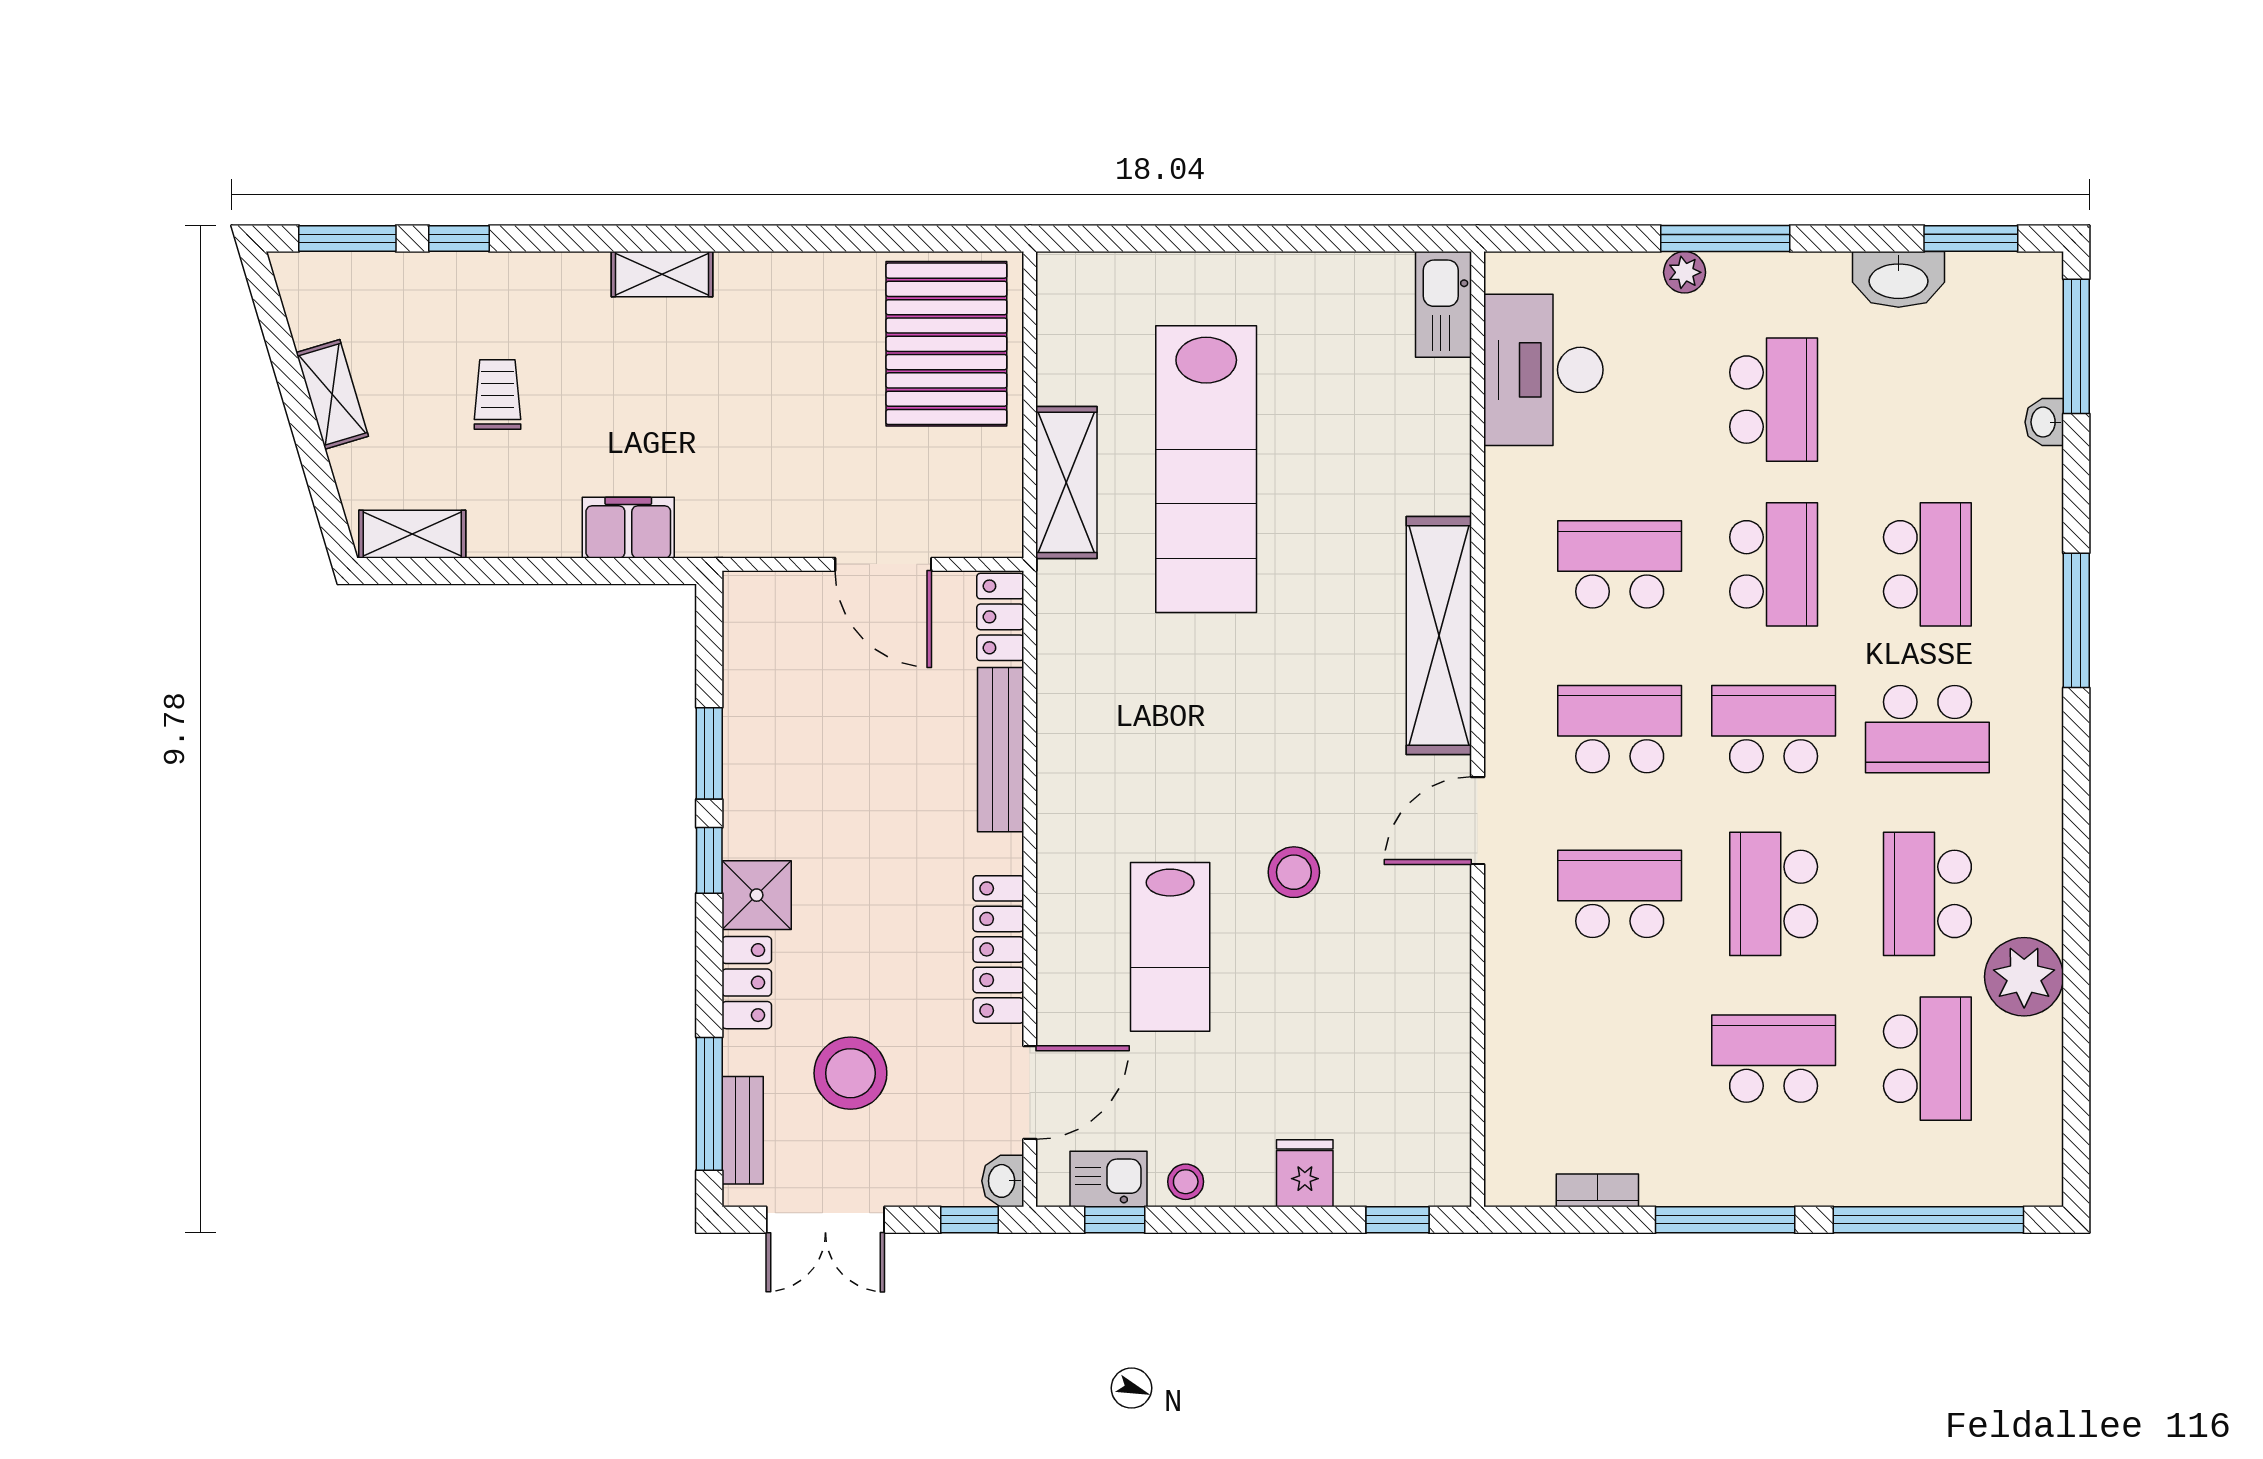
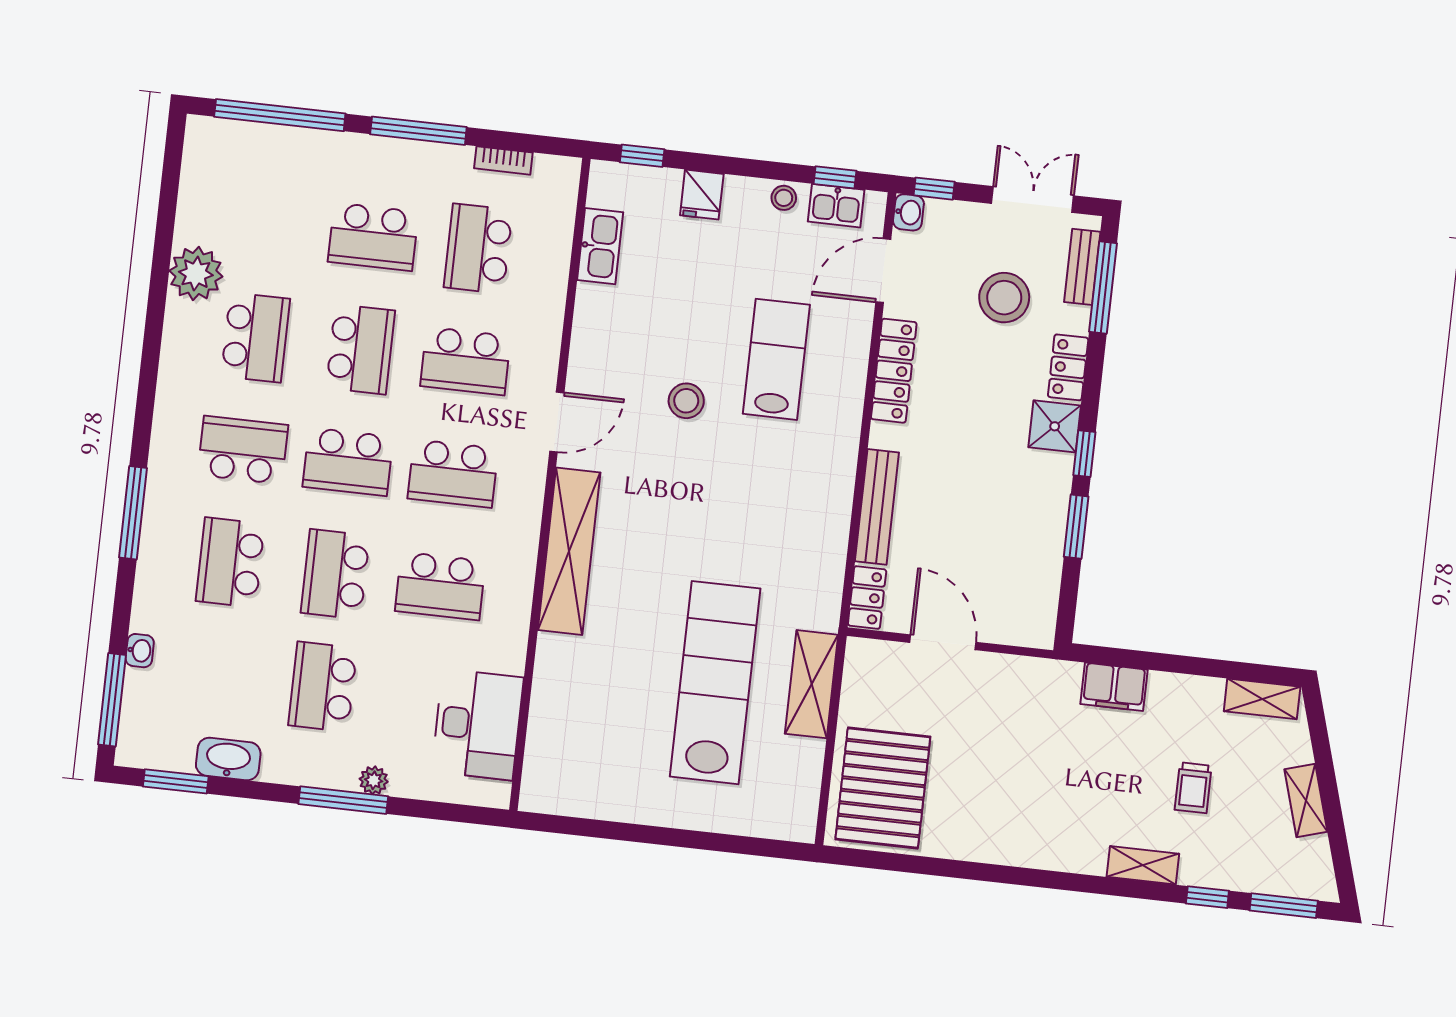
shelving: (662, 274) -> (1143, 865), moved
kitchen sink: (1444, 304) -> (600, 246), moved
school desk: (1927, 1059) -> (478, 249), moved

